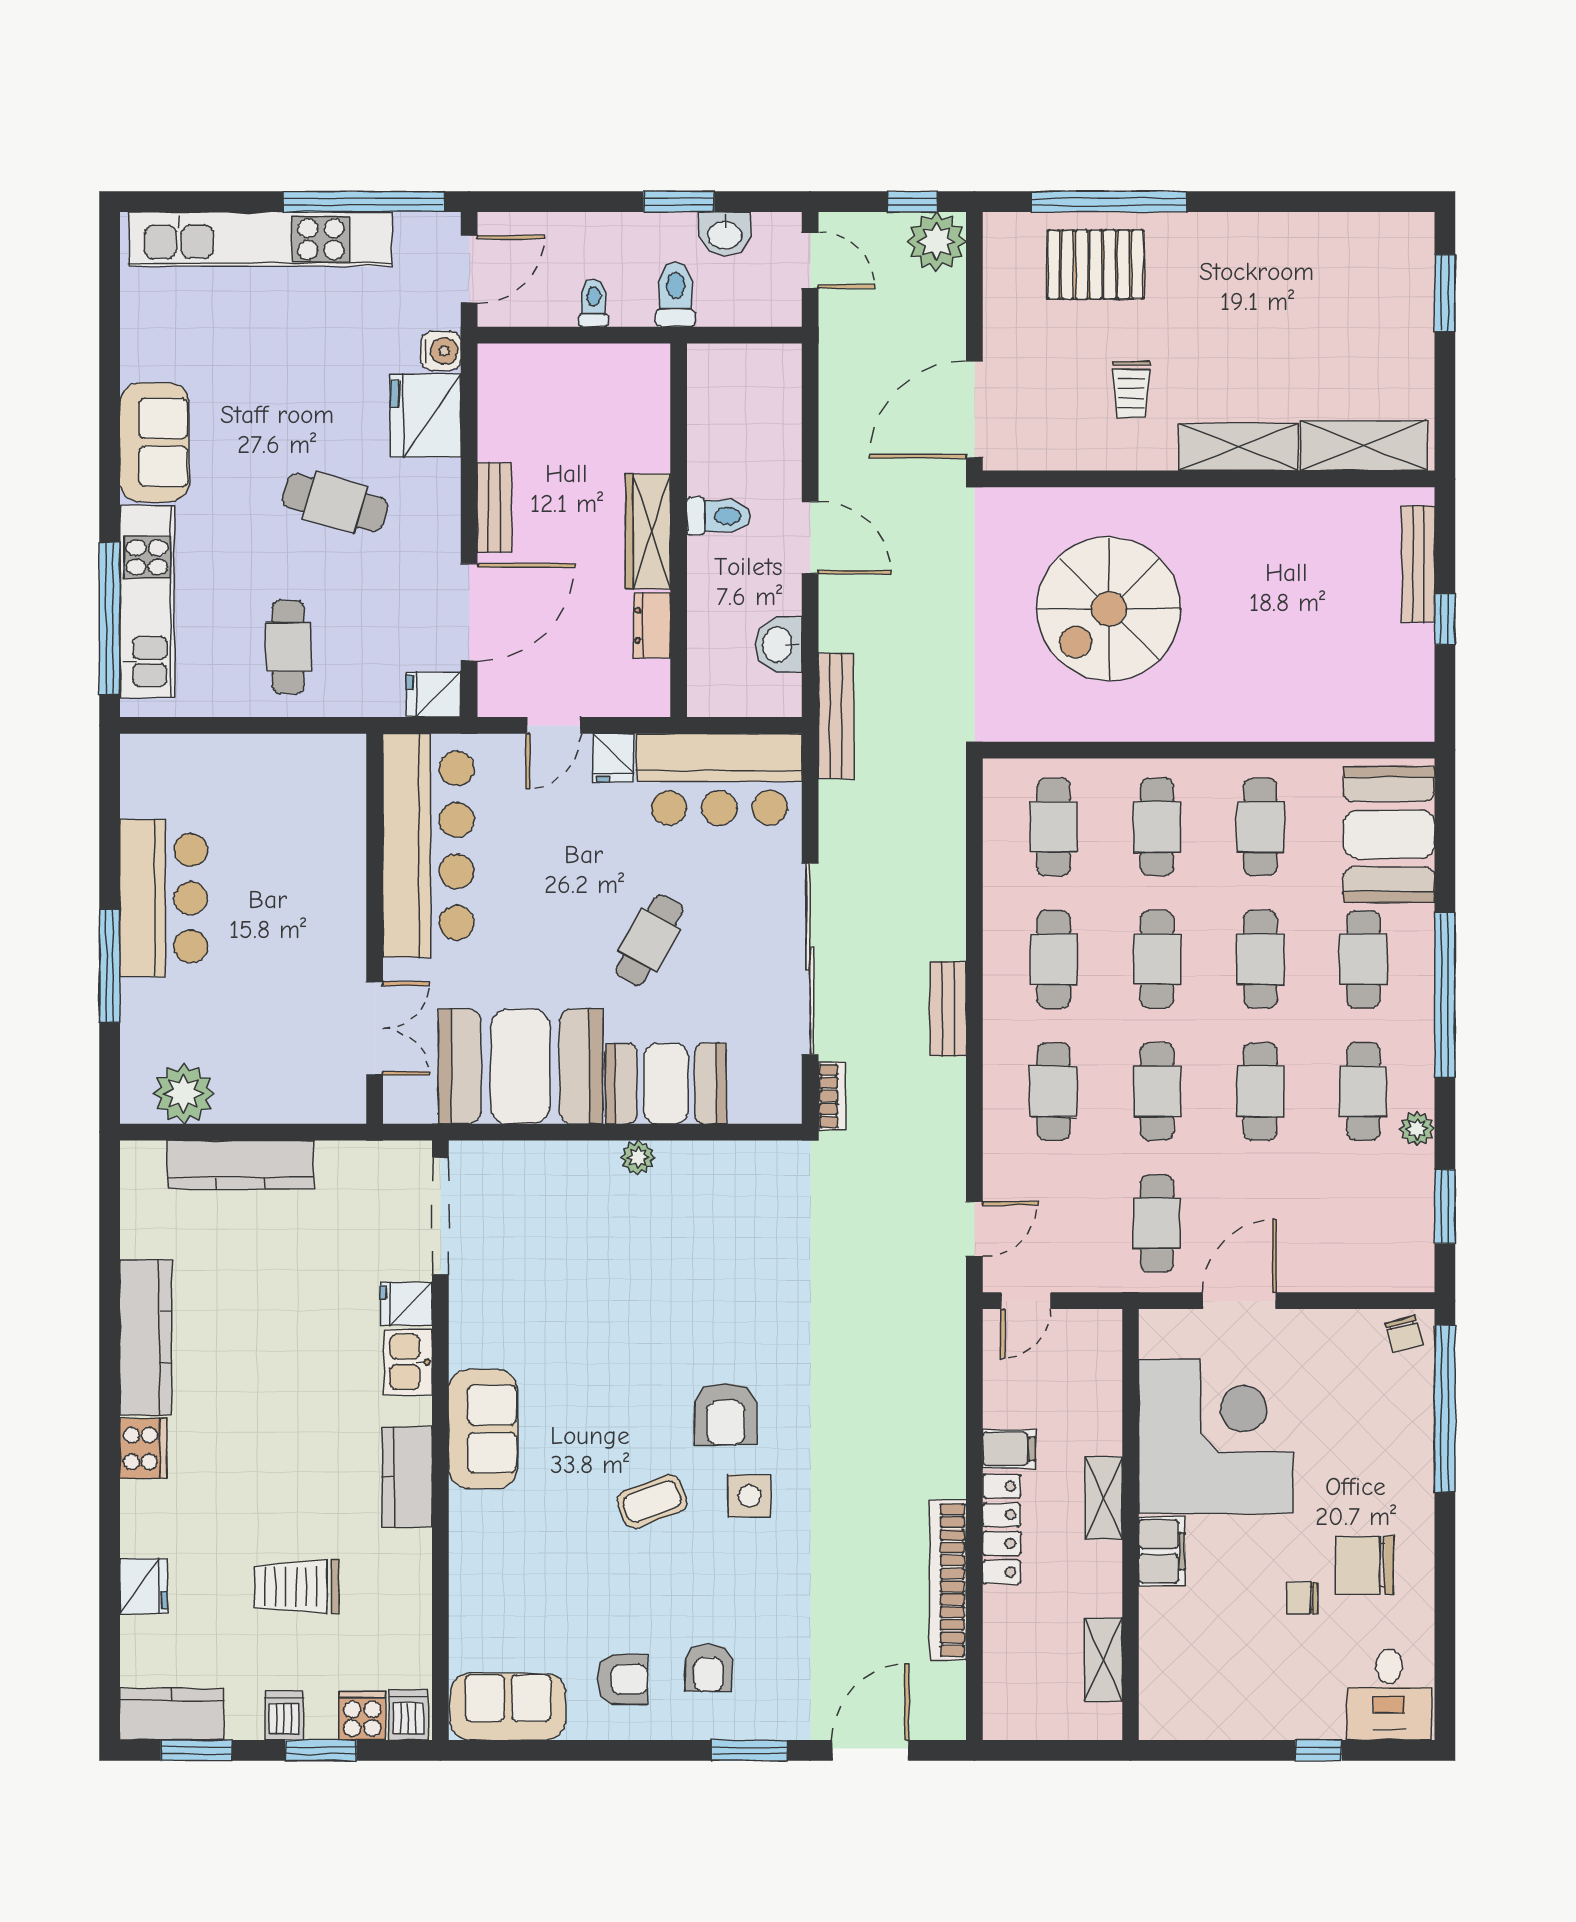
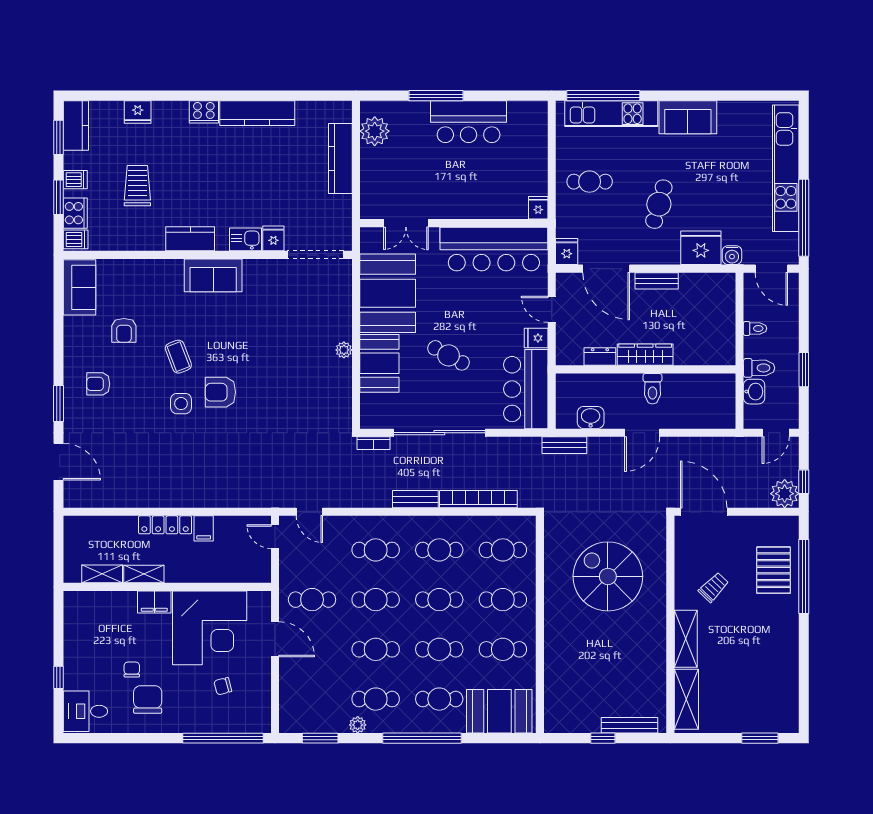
washbasin: (725, 234) -> (754, 392), moved, turned 180
trolley: (1131, 389) -> (714, 587), turned 134
bench: (836, 716) -> (564, 445), width x0.73
fridge: (343, 754) -> (538, 208), added
chair: (1404, 1334) -> (223, 686), moved
shelving: (1104, 1498) -> (144, 574), moved
bookcase: (948, 1580) -> (478, 499), moved
armchair: (622, 1679) -> (124, 330), moved
cooker: (362, 1716) -> (75, 213), width x1.36

